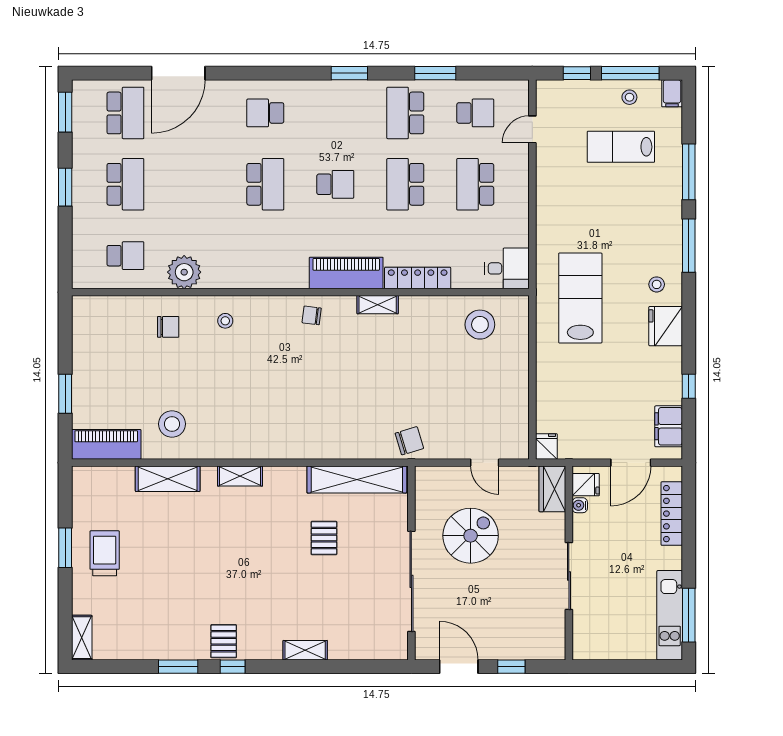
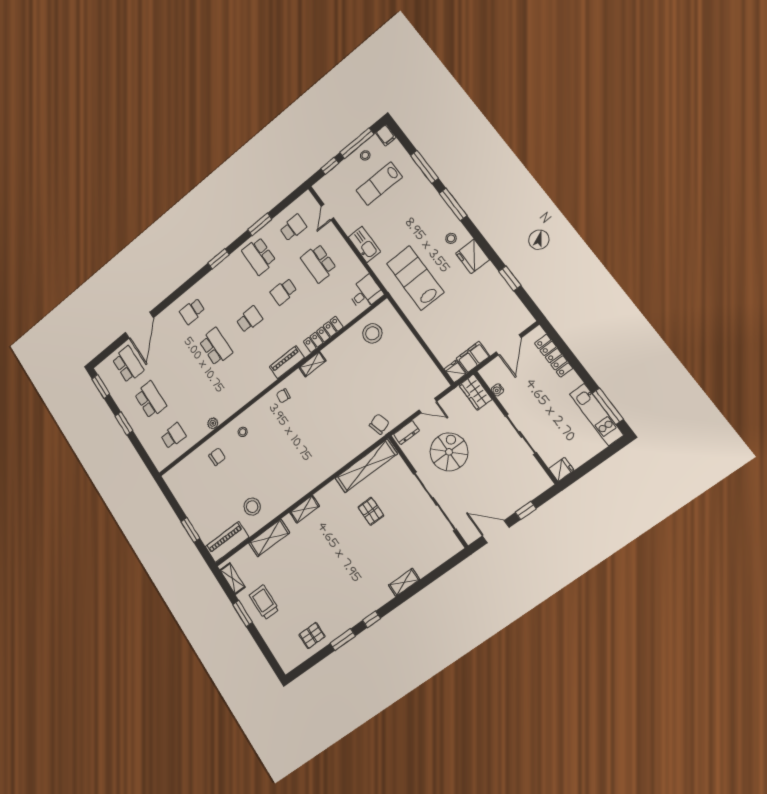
school desk: (405, 184) -> (284, 292), width x0.54
kitchen sink: (549, 207) -> (364, 244), added
plant: (184, 272) -> (213, 423), width x0.53, depth x0.53
piano: (346, 273) -> (287, 362), width x0.73, depth x0.75
window: (689, 386) -> (510, 278), width x1.50
filing cabinet: (669, 426) -> (473, 357), moved, turned 90
dresser: (436, 476) -> (406, 433), added
fridge: (586, 485) -> (561, 469), moved
shelving: (82, 638) -> (233, 579), moved
pallet: (224, 641) -> (312, 636), moved, turned 90

